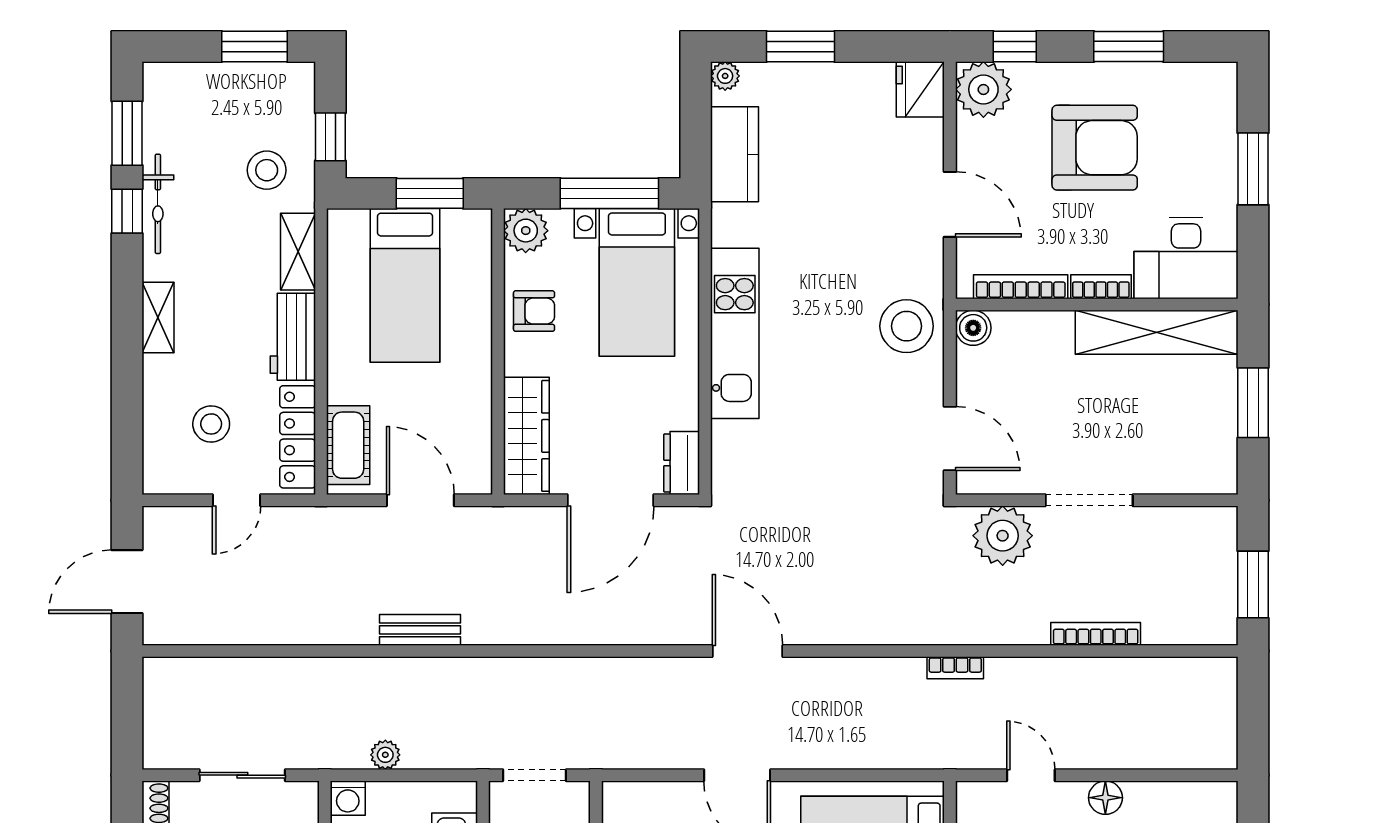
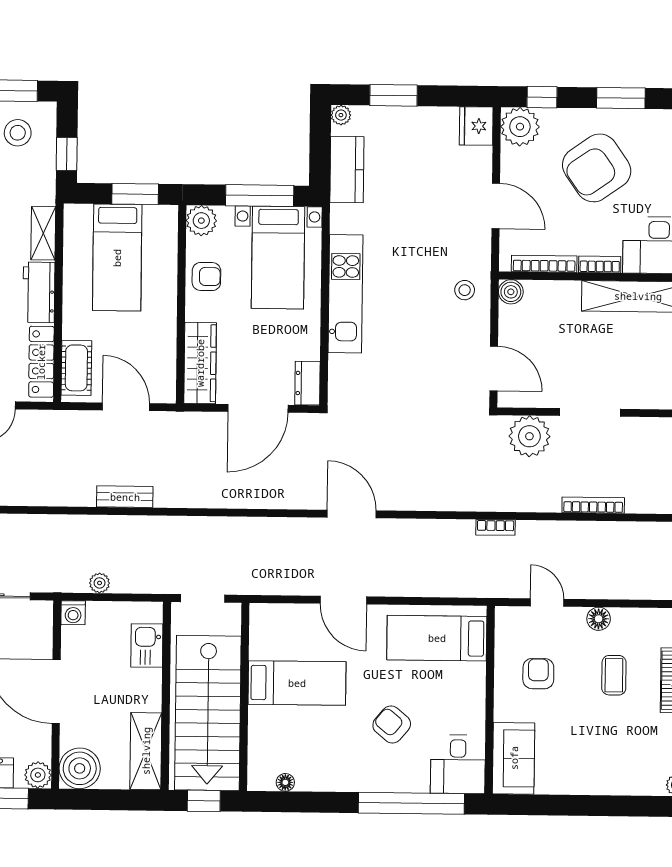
armchair: (1095, 148) -> (597, 168), turned 145
stool: (267, 170) -> (18, 133), moved
stool: (907, 326) -> (465, 290), width x0.53, depth x0.53

